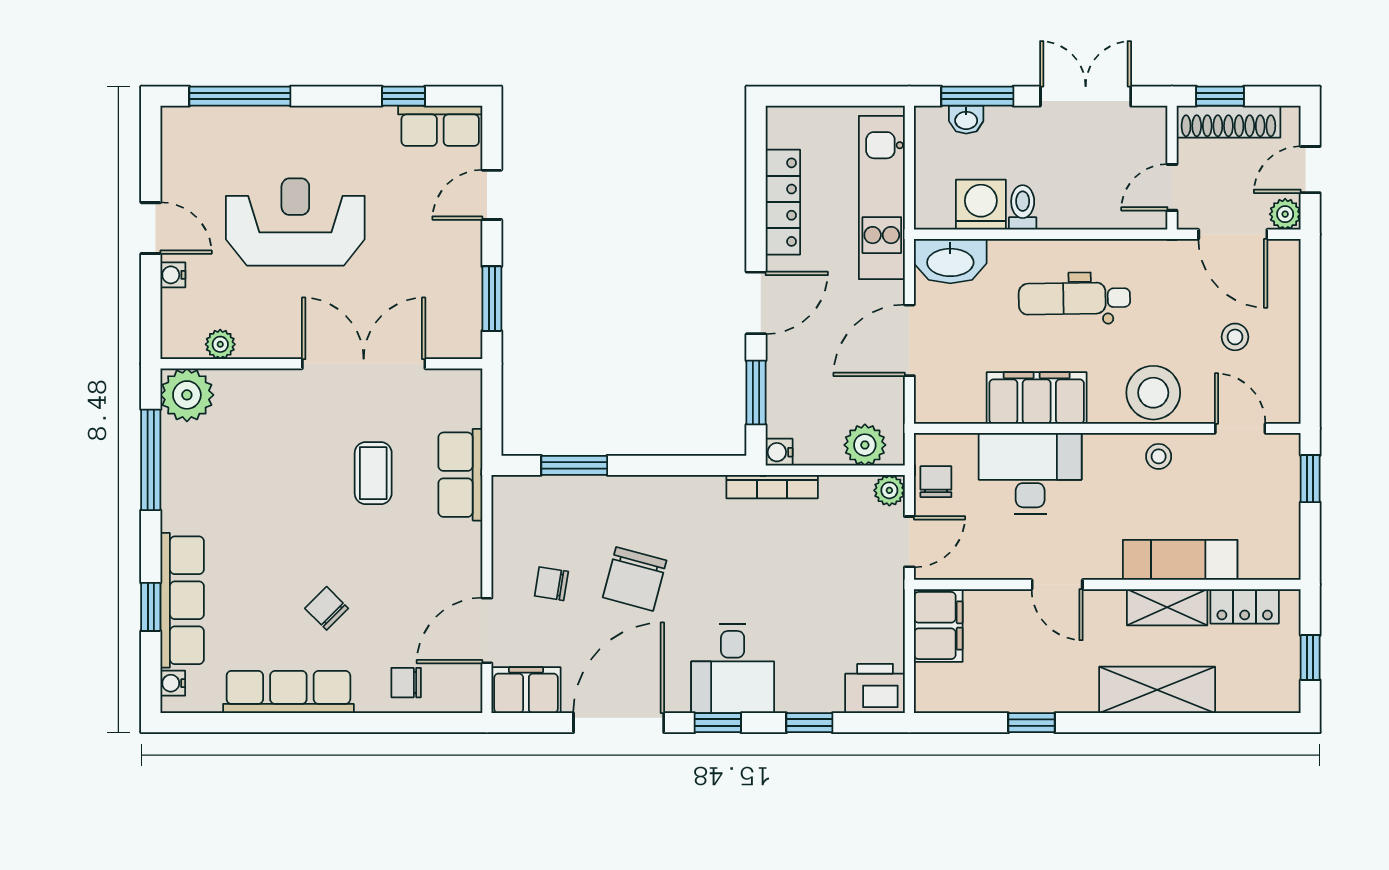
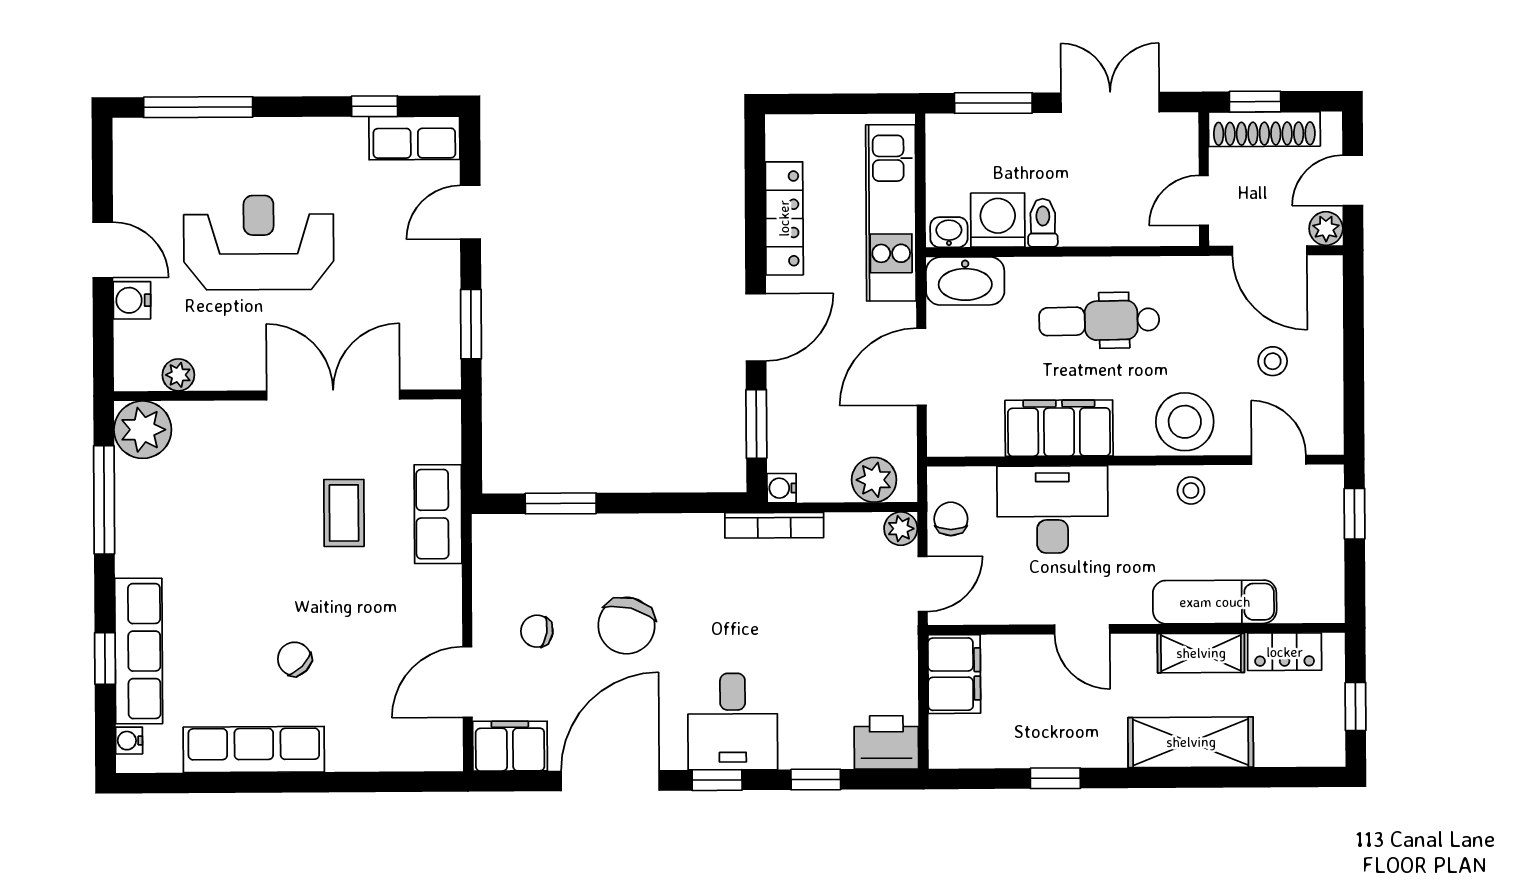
washbasin: (966, 120) -> (949, 232), moved, turned 180
water cooler: (173, 275) -> (132, 300), width x1.38, depth x1.38
chair: (406, 683) -> (381, 739), removed

